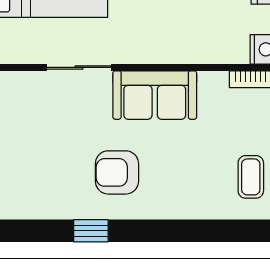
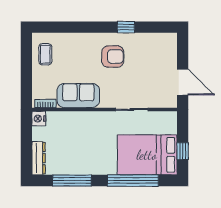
sofa: (155, 95) -> (78, 96), moved

